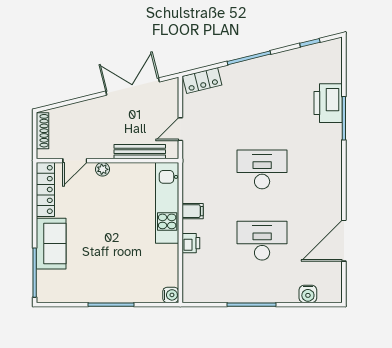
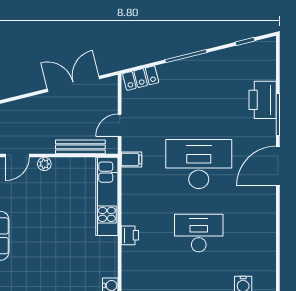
desk: (262, 169) -> (199, 164), width x1.36, depth x1.30
filing cabinet: (193, 211) -> (131, 160), moved
door: (344, 241) -> (278, 166), moved

